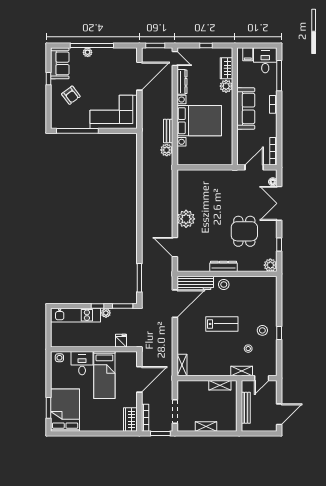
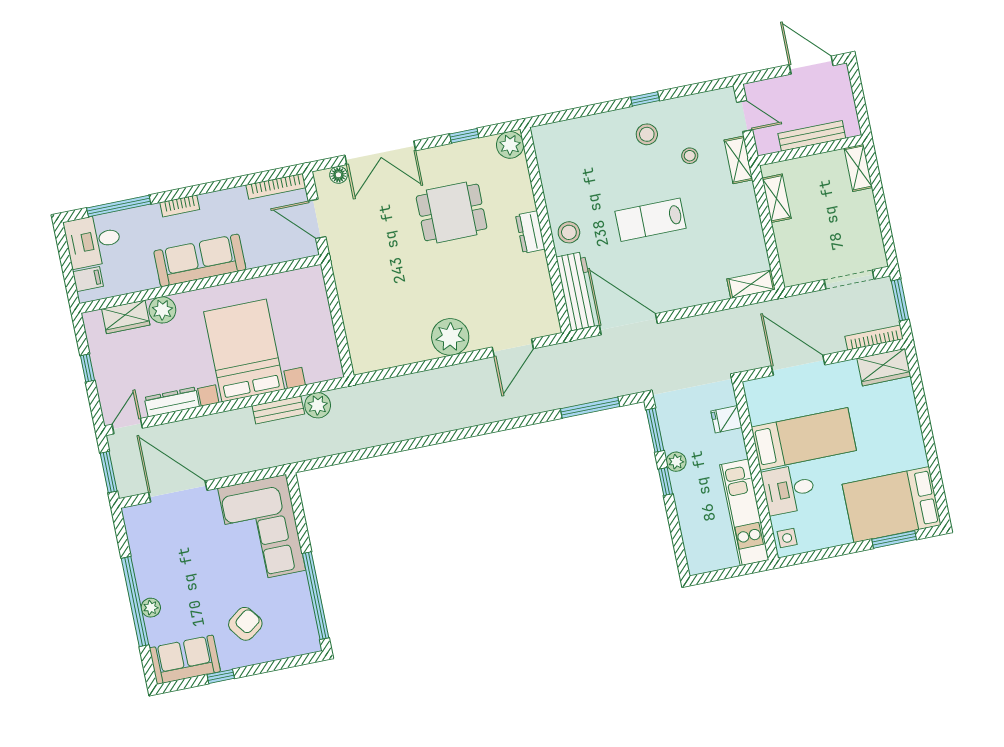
dresser: (223, 266) -> (530, 232), width x0.70
kitchen unit: (76, 315) -> (744, 512), moved, turned 180
lab bench: (222, 324) -> (650, 220), turned -90
shelving: (206, 427) -> (858, 168), moved

